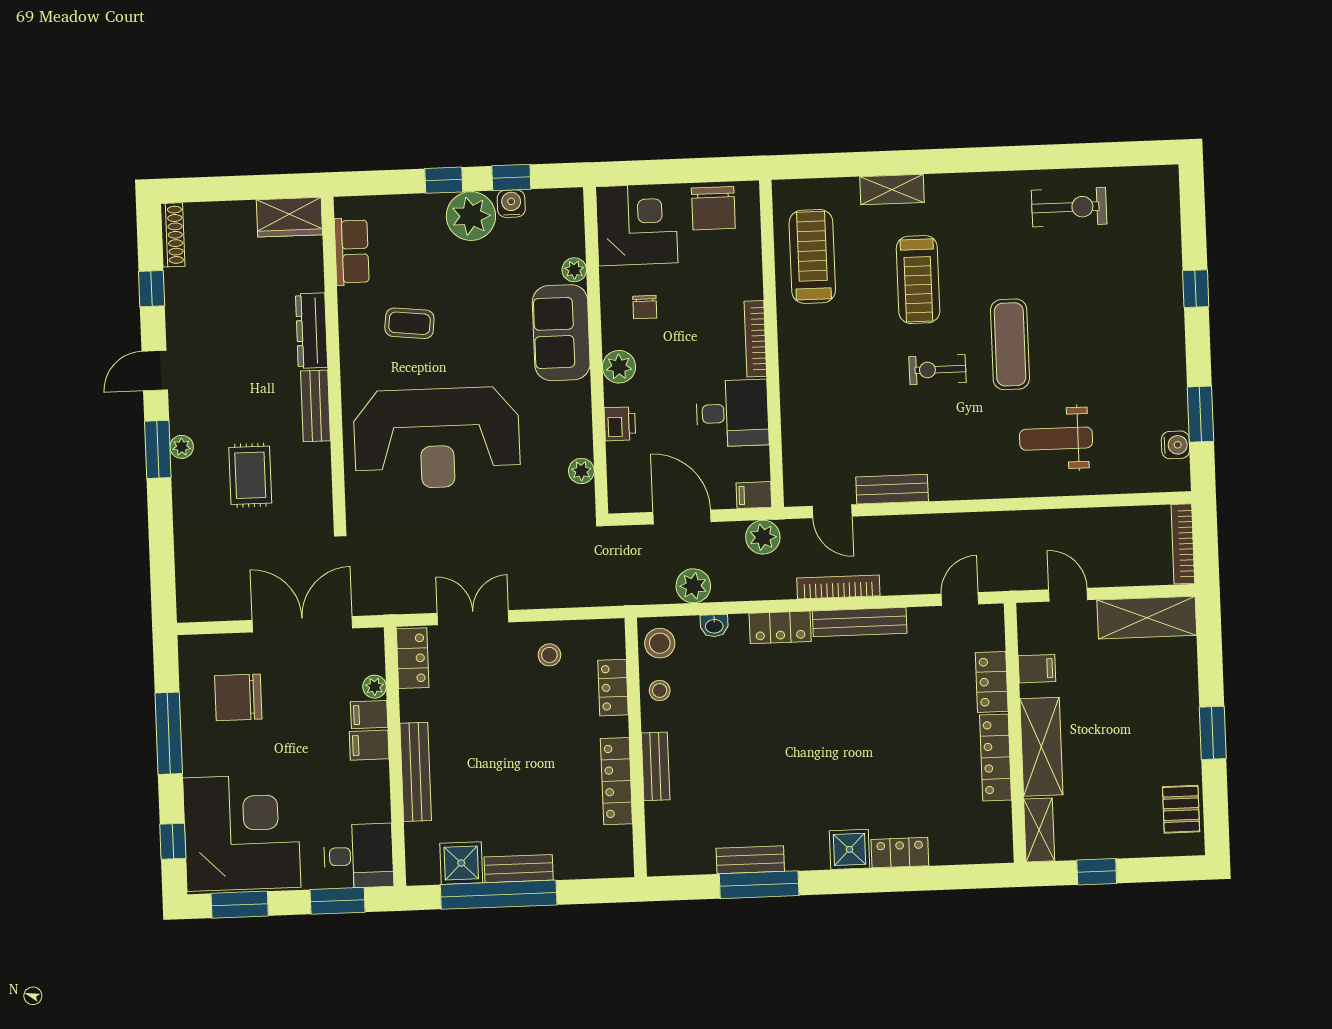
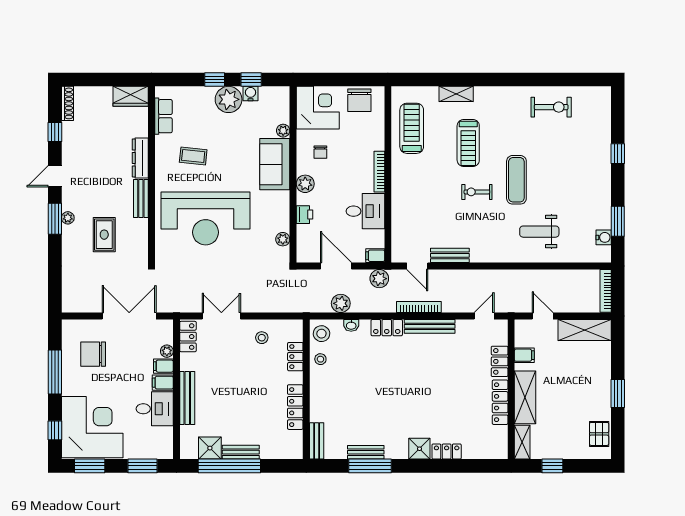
bench: (656, 766) -> (317, 441), moved
desk: (358, 856) -> (155, 409), moved

